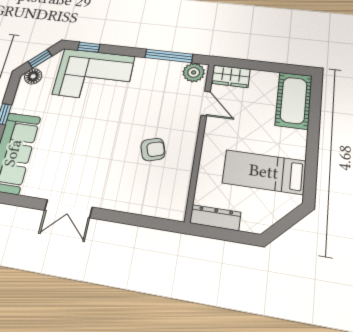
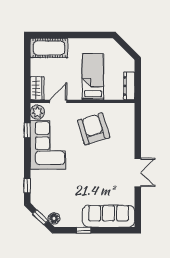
window: (169, 56) -> (27, 130), width x0.46
corner sofa: (94, 75) -> (48, 145), moved
armchair: (153, 150) -> (94, 129), width x1.88, depth x1.88
bed: (264, 172) -> (93, 77), moved, turned 180

